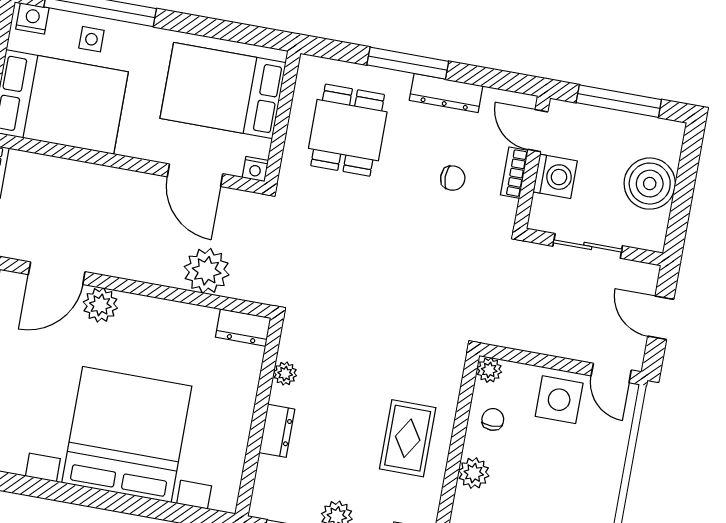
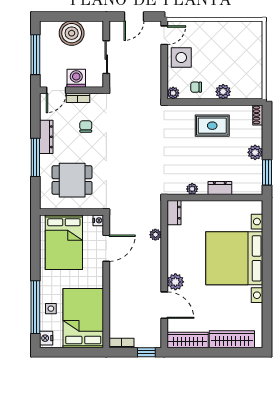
plant: (207, 271) -> (155, 235), width x0.53, depth x0.53

